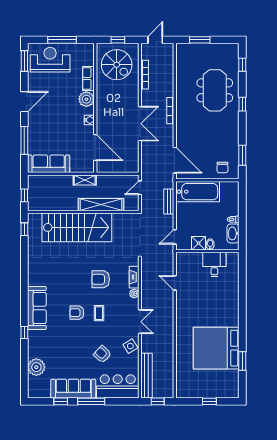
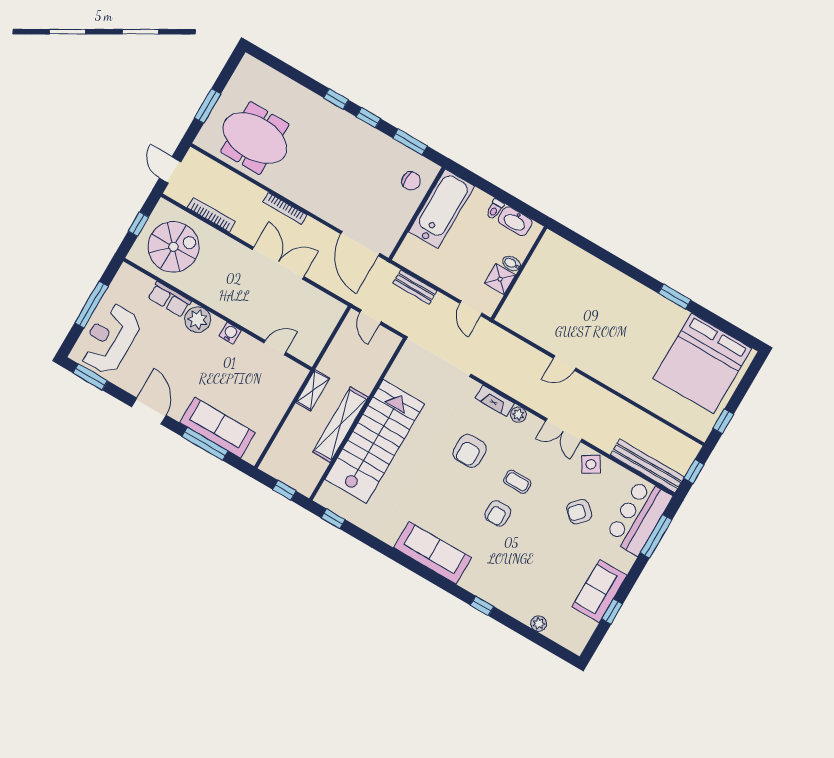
window: (242, 65) -> (369, 118), moved
meeting table: (215, 90) -> (255, 138), moved
door: (95, 148) -> (275, 348), width x0.53
door: (175, 160) -> (360, 244), swing flipped
sofa: (49, 164) -> (218, 428), moved, turned 90
bathtub: (198, 192) -> (441, 209), moved
shelving: (101, 205) -> (340, 425), moved
desk: (214, 265) -> (544, 274), removed
door: (175, 283) -> (565, 363), moved
sofa: (37, 308) -> (433, 553), moved
double door: (140, 322) -> (564, 430), swing flipped
bed: (216, 348) -> (702, 363), moved
window: (242, 361) -> (675, 297), moved
plant: (36, 367) -> (539, 624), width x0.53, depth x0.53
sofa: (73, 389) -> (599, 591), width x0.73
window: (91, 401) -> (656, 536), moved
window: (209, 401) -> (723, 421), moved

